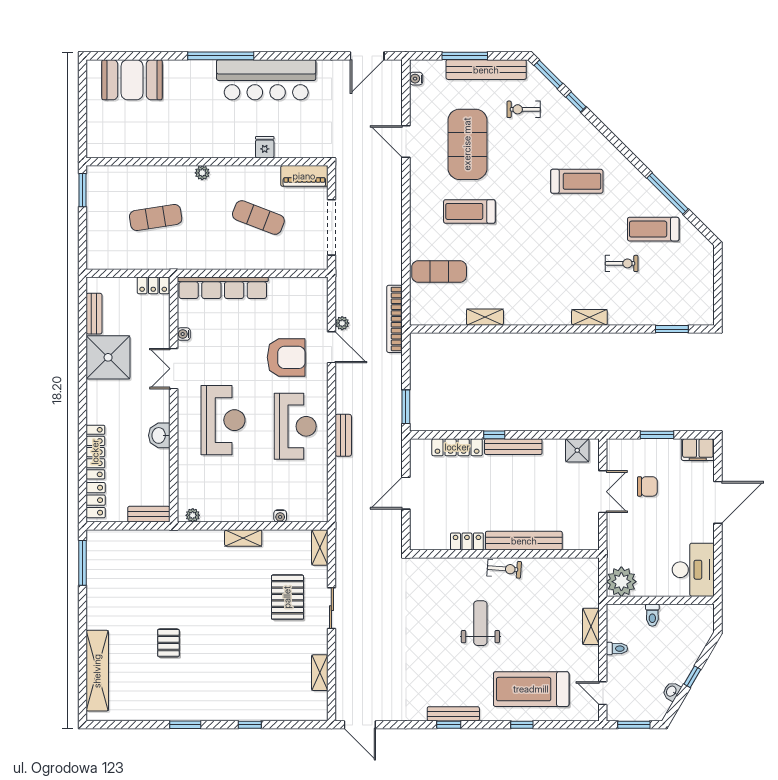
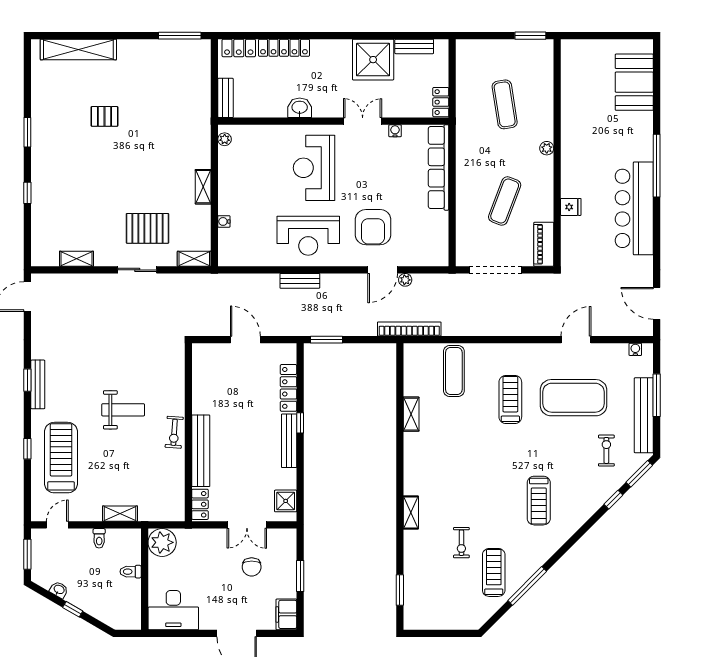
reception desk: (223, 420) -> (314, 168), turned 90
locker: (467, 541) -> (200, 504), moved

